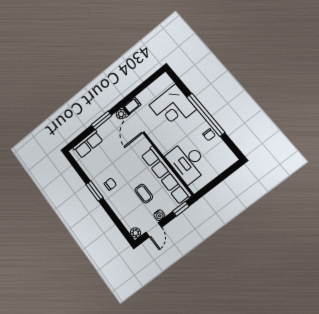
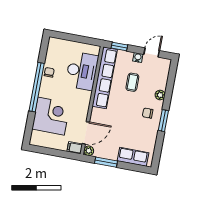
plant: (136, 233) -> (160, 95), moved

